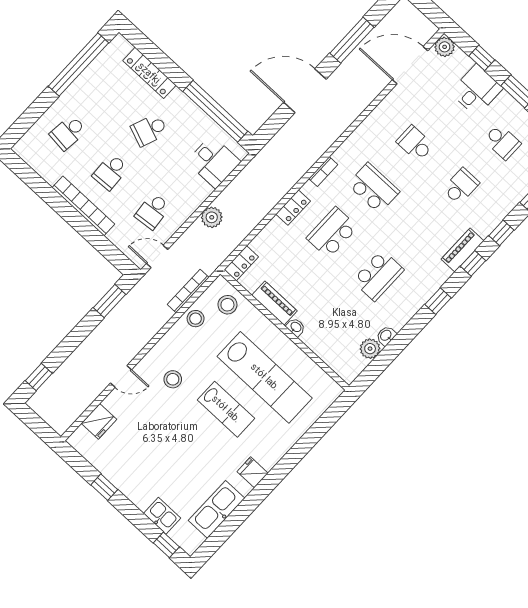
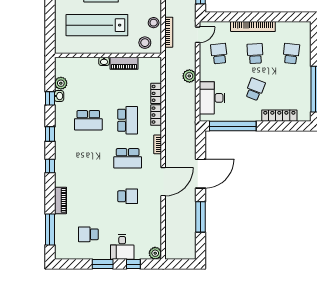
door: (410, 65) -> (163, 182), moved
desk: (214, 162) -> (212, 98), width x1.37
school desk: (461, 186) -> (88, 196), removed
window: (501, 233) -> (50, 98), moved
piano: (462, 250) -> (60, 200), moved
locker: (241, 263) -> (156, 93), moved
school desk: (378, 275) -> (88, 120), turned -90

